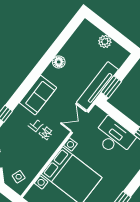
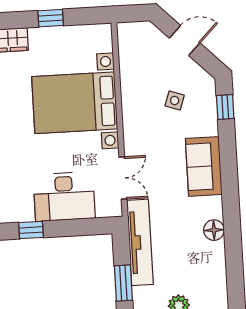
window: (111, 87) -> (123, 283), moved
side table: (19, 177) -> (175, 100), moved

